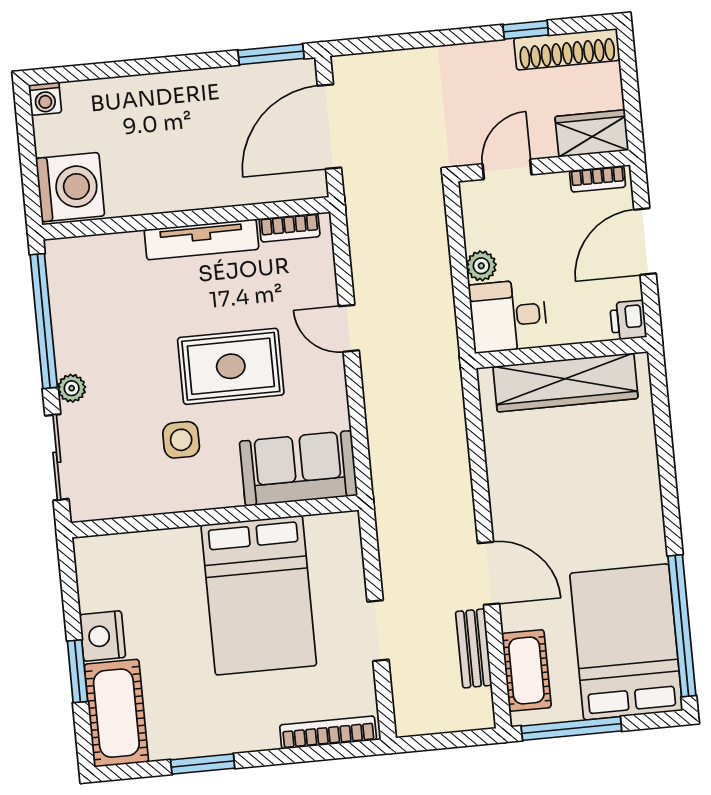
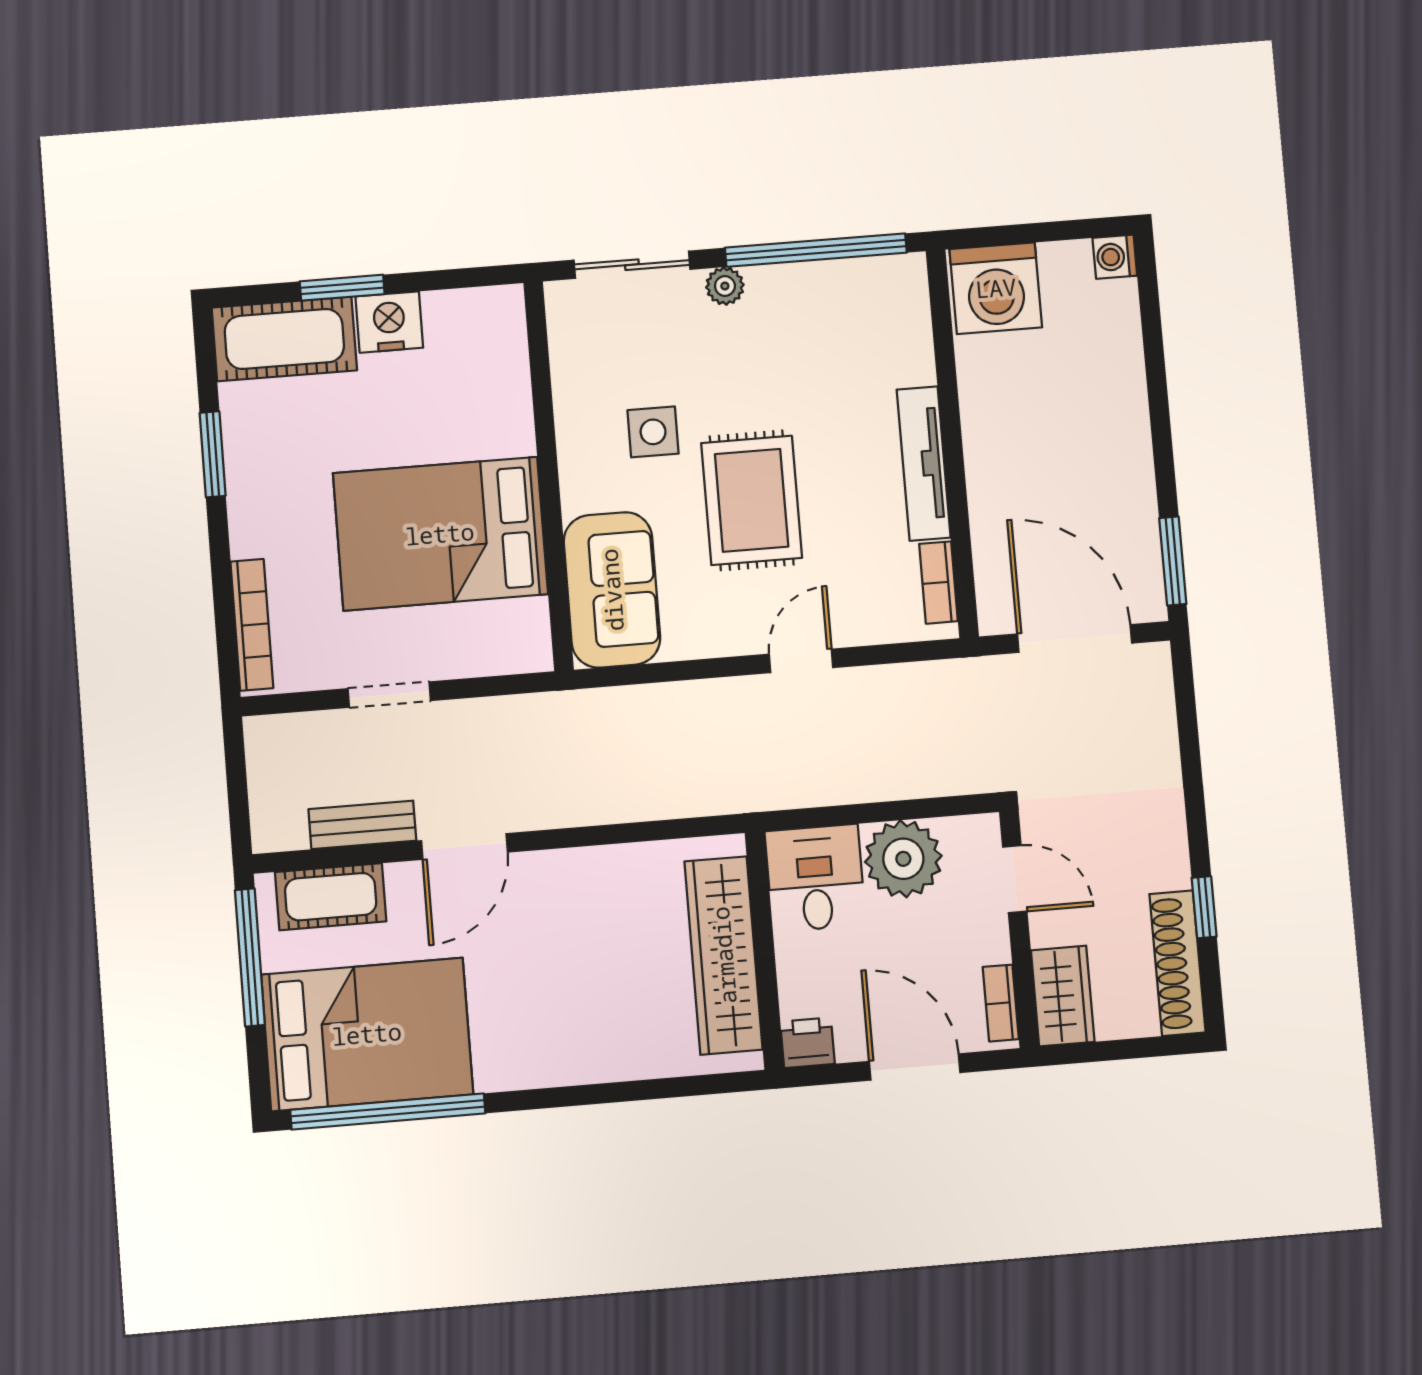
plant: (481, 266) -> (903, 859), width x1.87, depth x1.87

